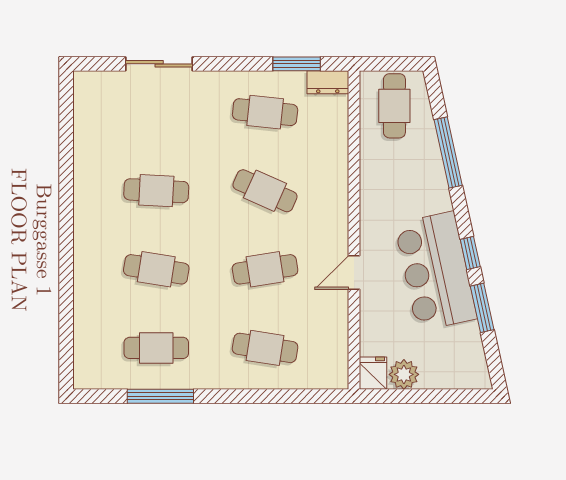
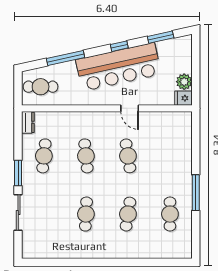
window: (297, 64) -> (18, 173), moved
cafe table: (265, 191) -> (86, 156), turned -30
bar counter: (436, 271) -> (118, 67), width x1.36
window: (482, 308) -> (161, 37), moved
cafe table: (265, 348) -> (170, 156), removed
window: (160, 396) -> (196, 193), moved

